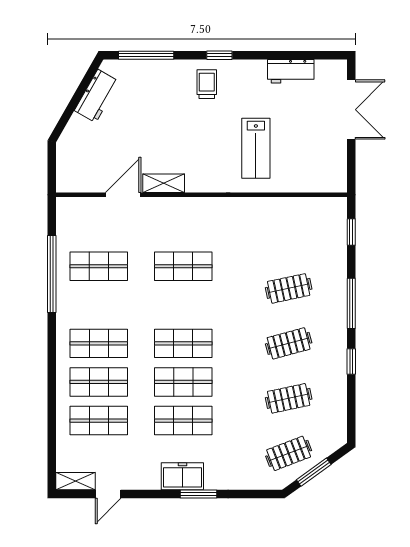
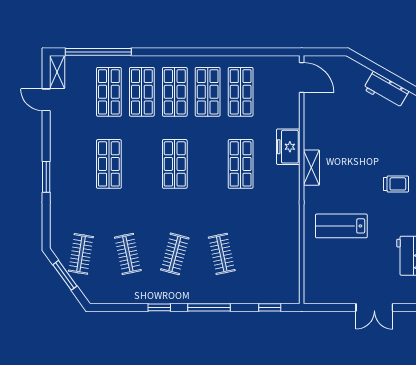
double door: (351, 110) -> (374, 307), width x0.73
shelving: (164, 183) -> (311, 168), moved
door: (123, 195) -> (302, 78), moved
window: (52, 274) -> (98, 52), moved
clothes rail: (289, 343) -> (175, 254), turned 30
shop shelf: (183, 382) -> (208, 92), moved
clothes rail: (289, 453) -> (81, 254), turned 30
freezer: (182, 476) -> (288, 147), moved, turned 180

